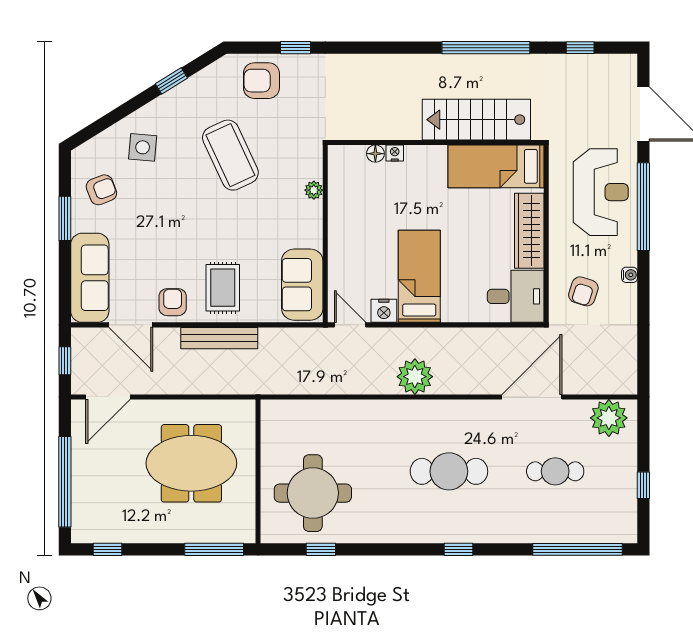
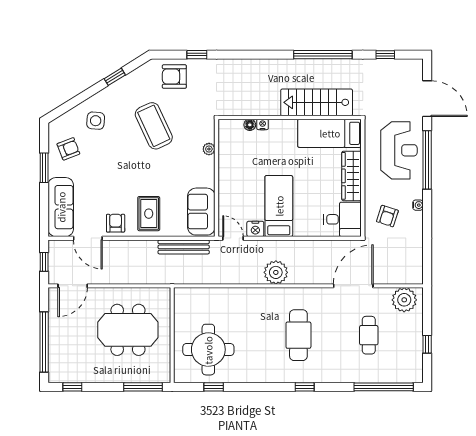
bench: (219, 338) -> (184, 247), moved
cafe table: (449, 471) -> (298, 335), turned 90
cafe table: (555, 471) -> (369, 335), turned 90

